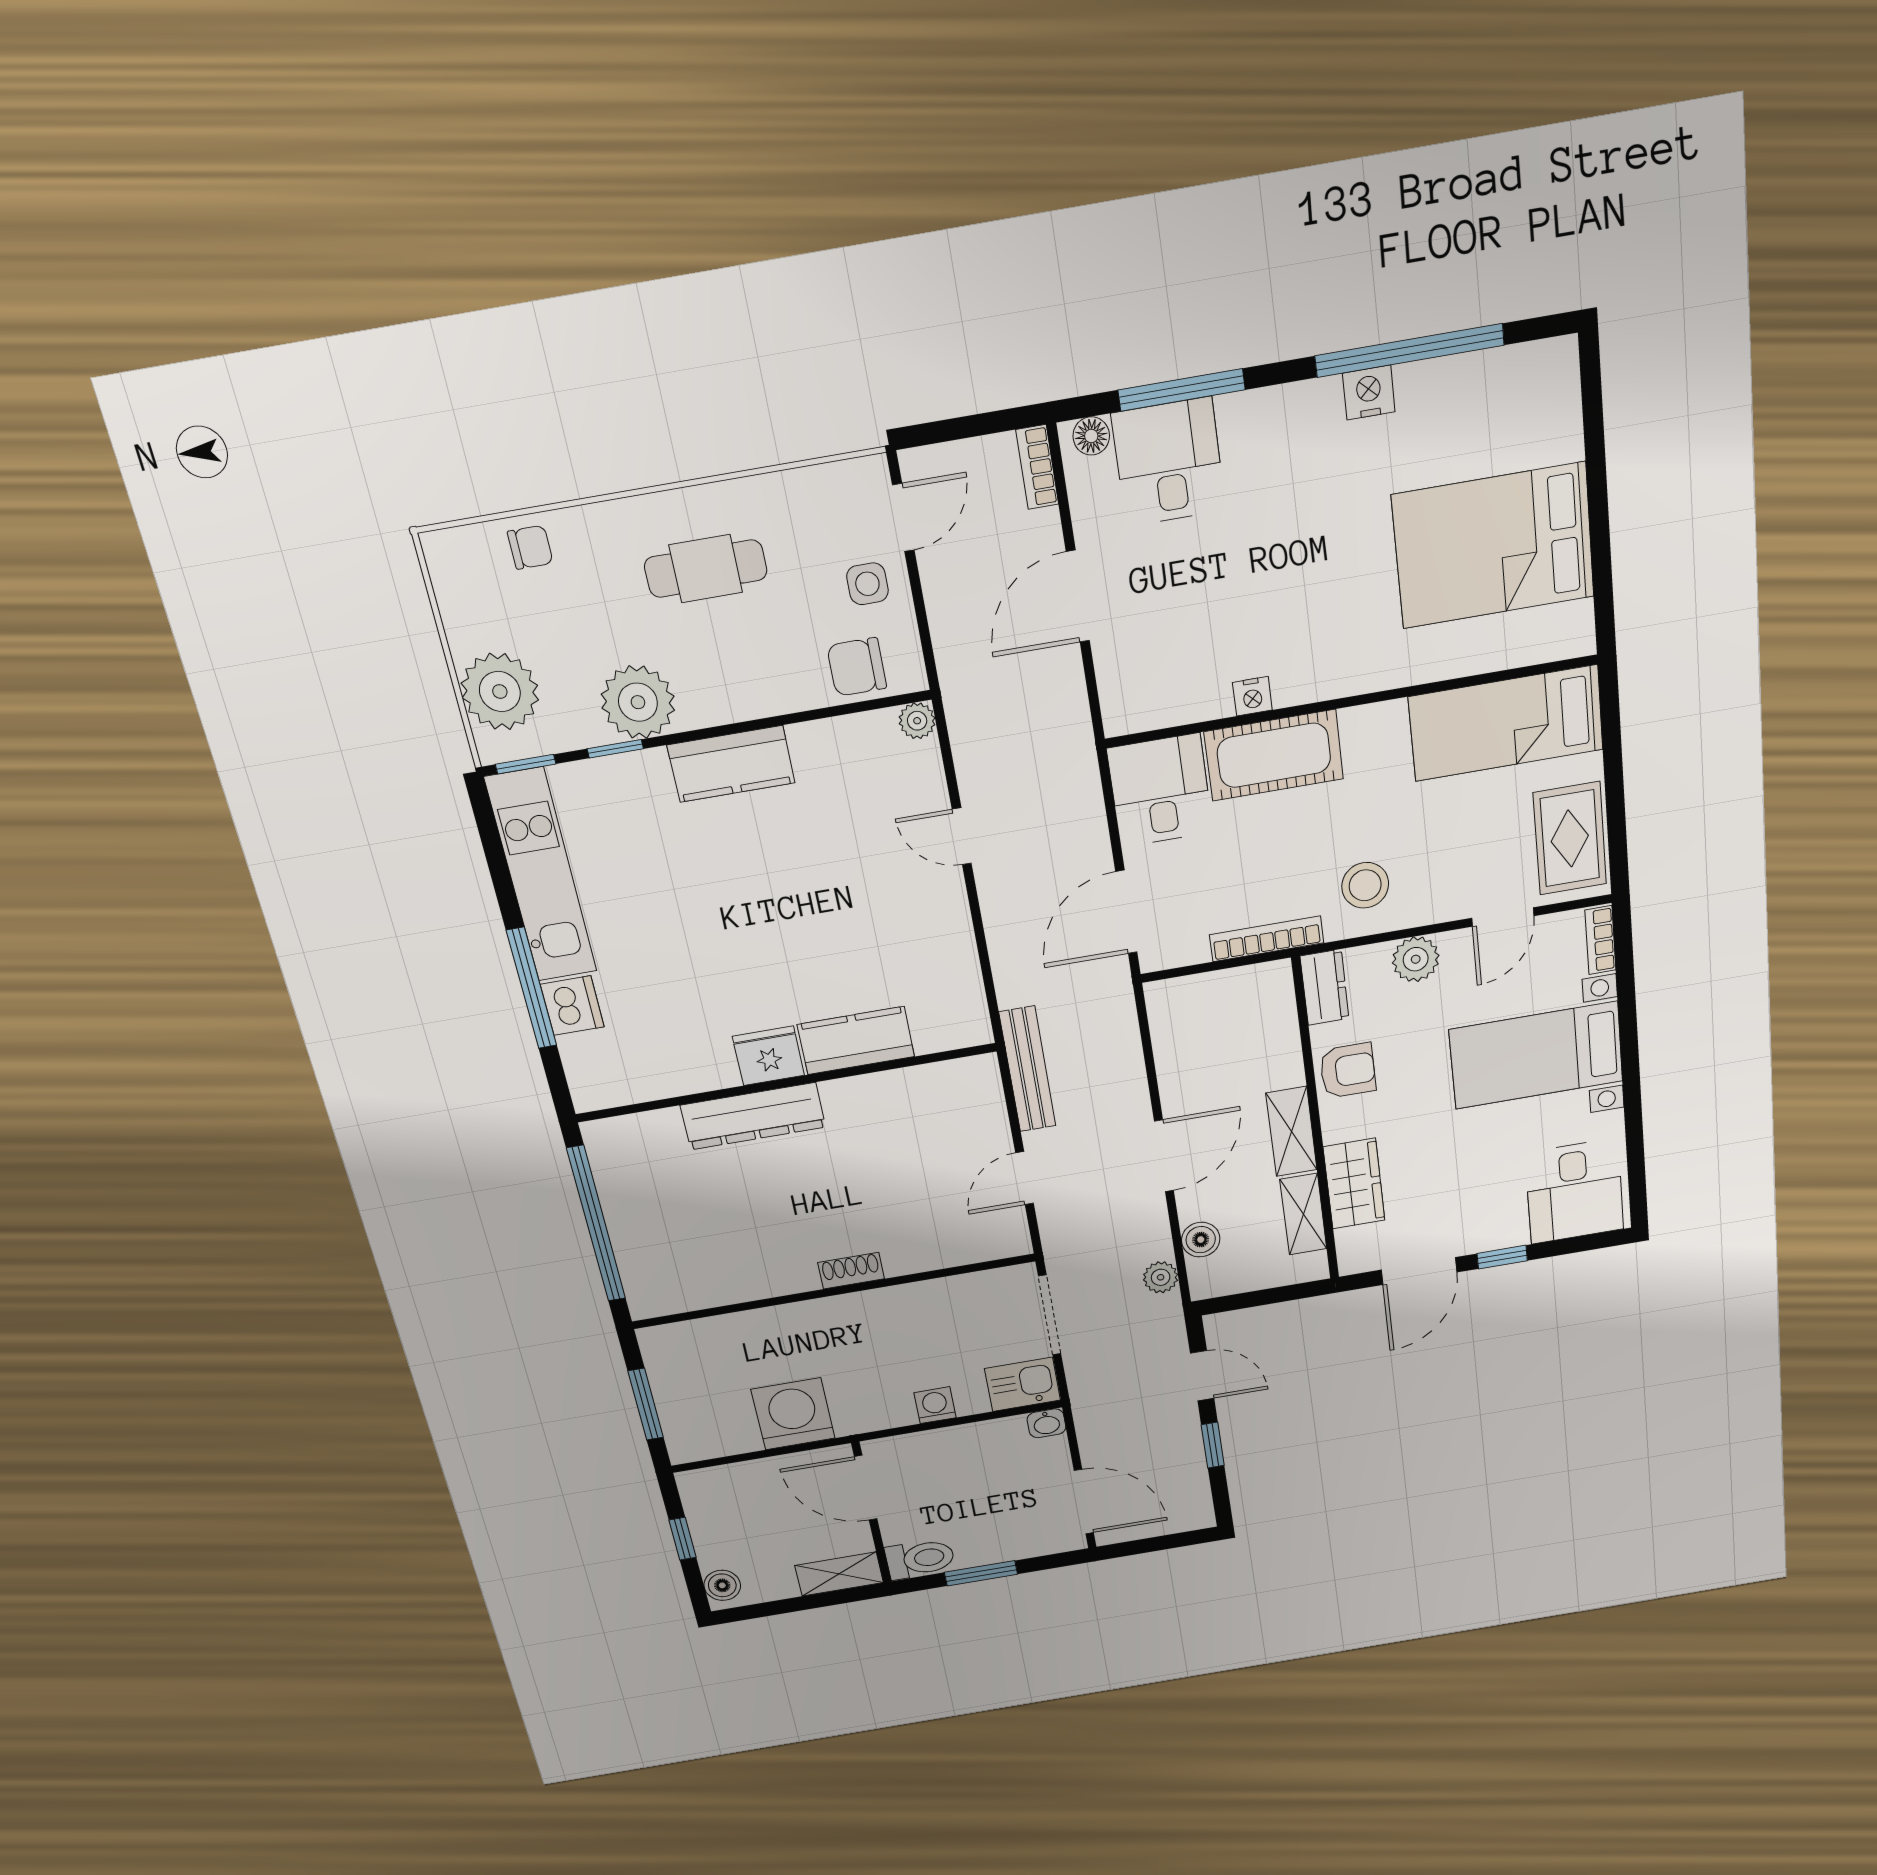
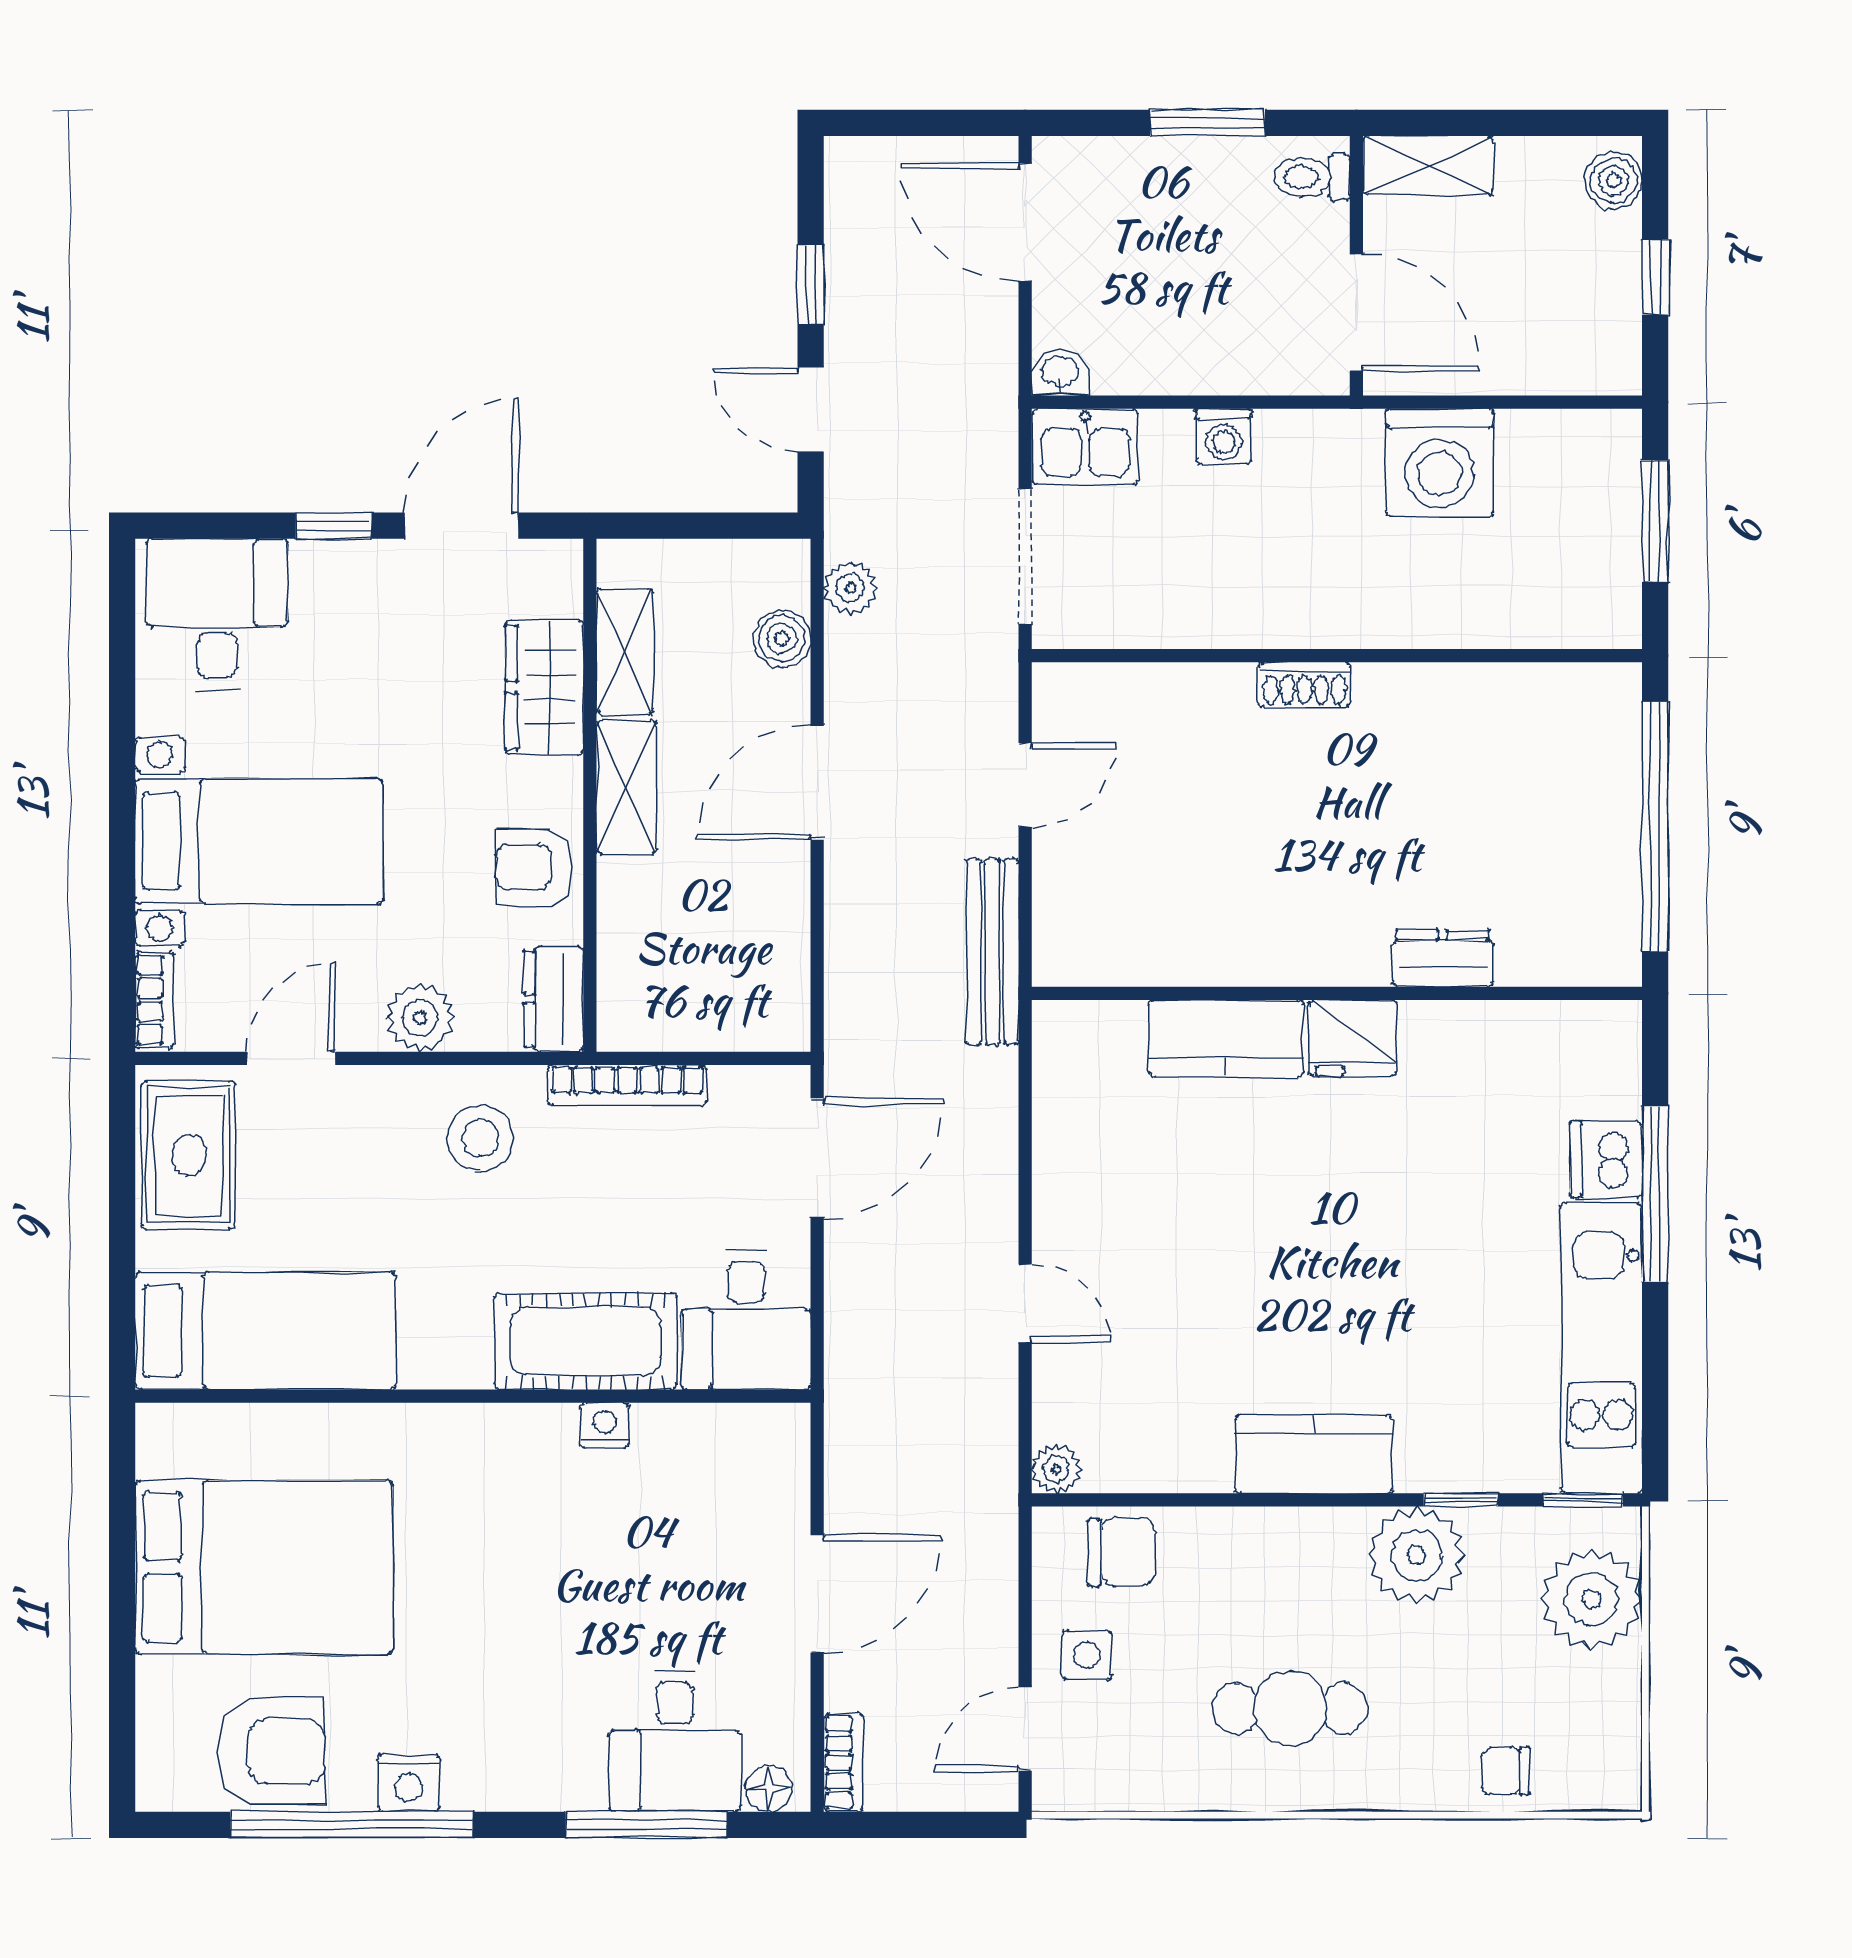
armchair: (1476, 400) -> (271, 1751), added
dresser: (753, 1116) -> (1443, 958), width x0.51, depth x0.80
toilet: (920, 1559) -> (1312, 177), width x0.73, depth x0.72

